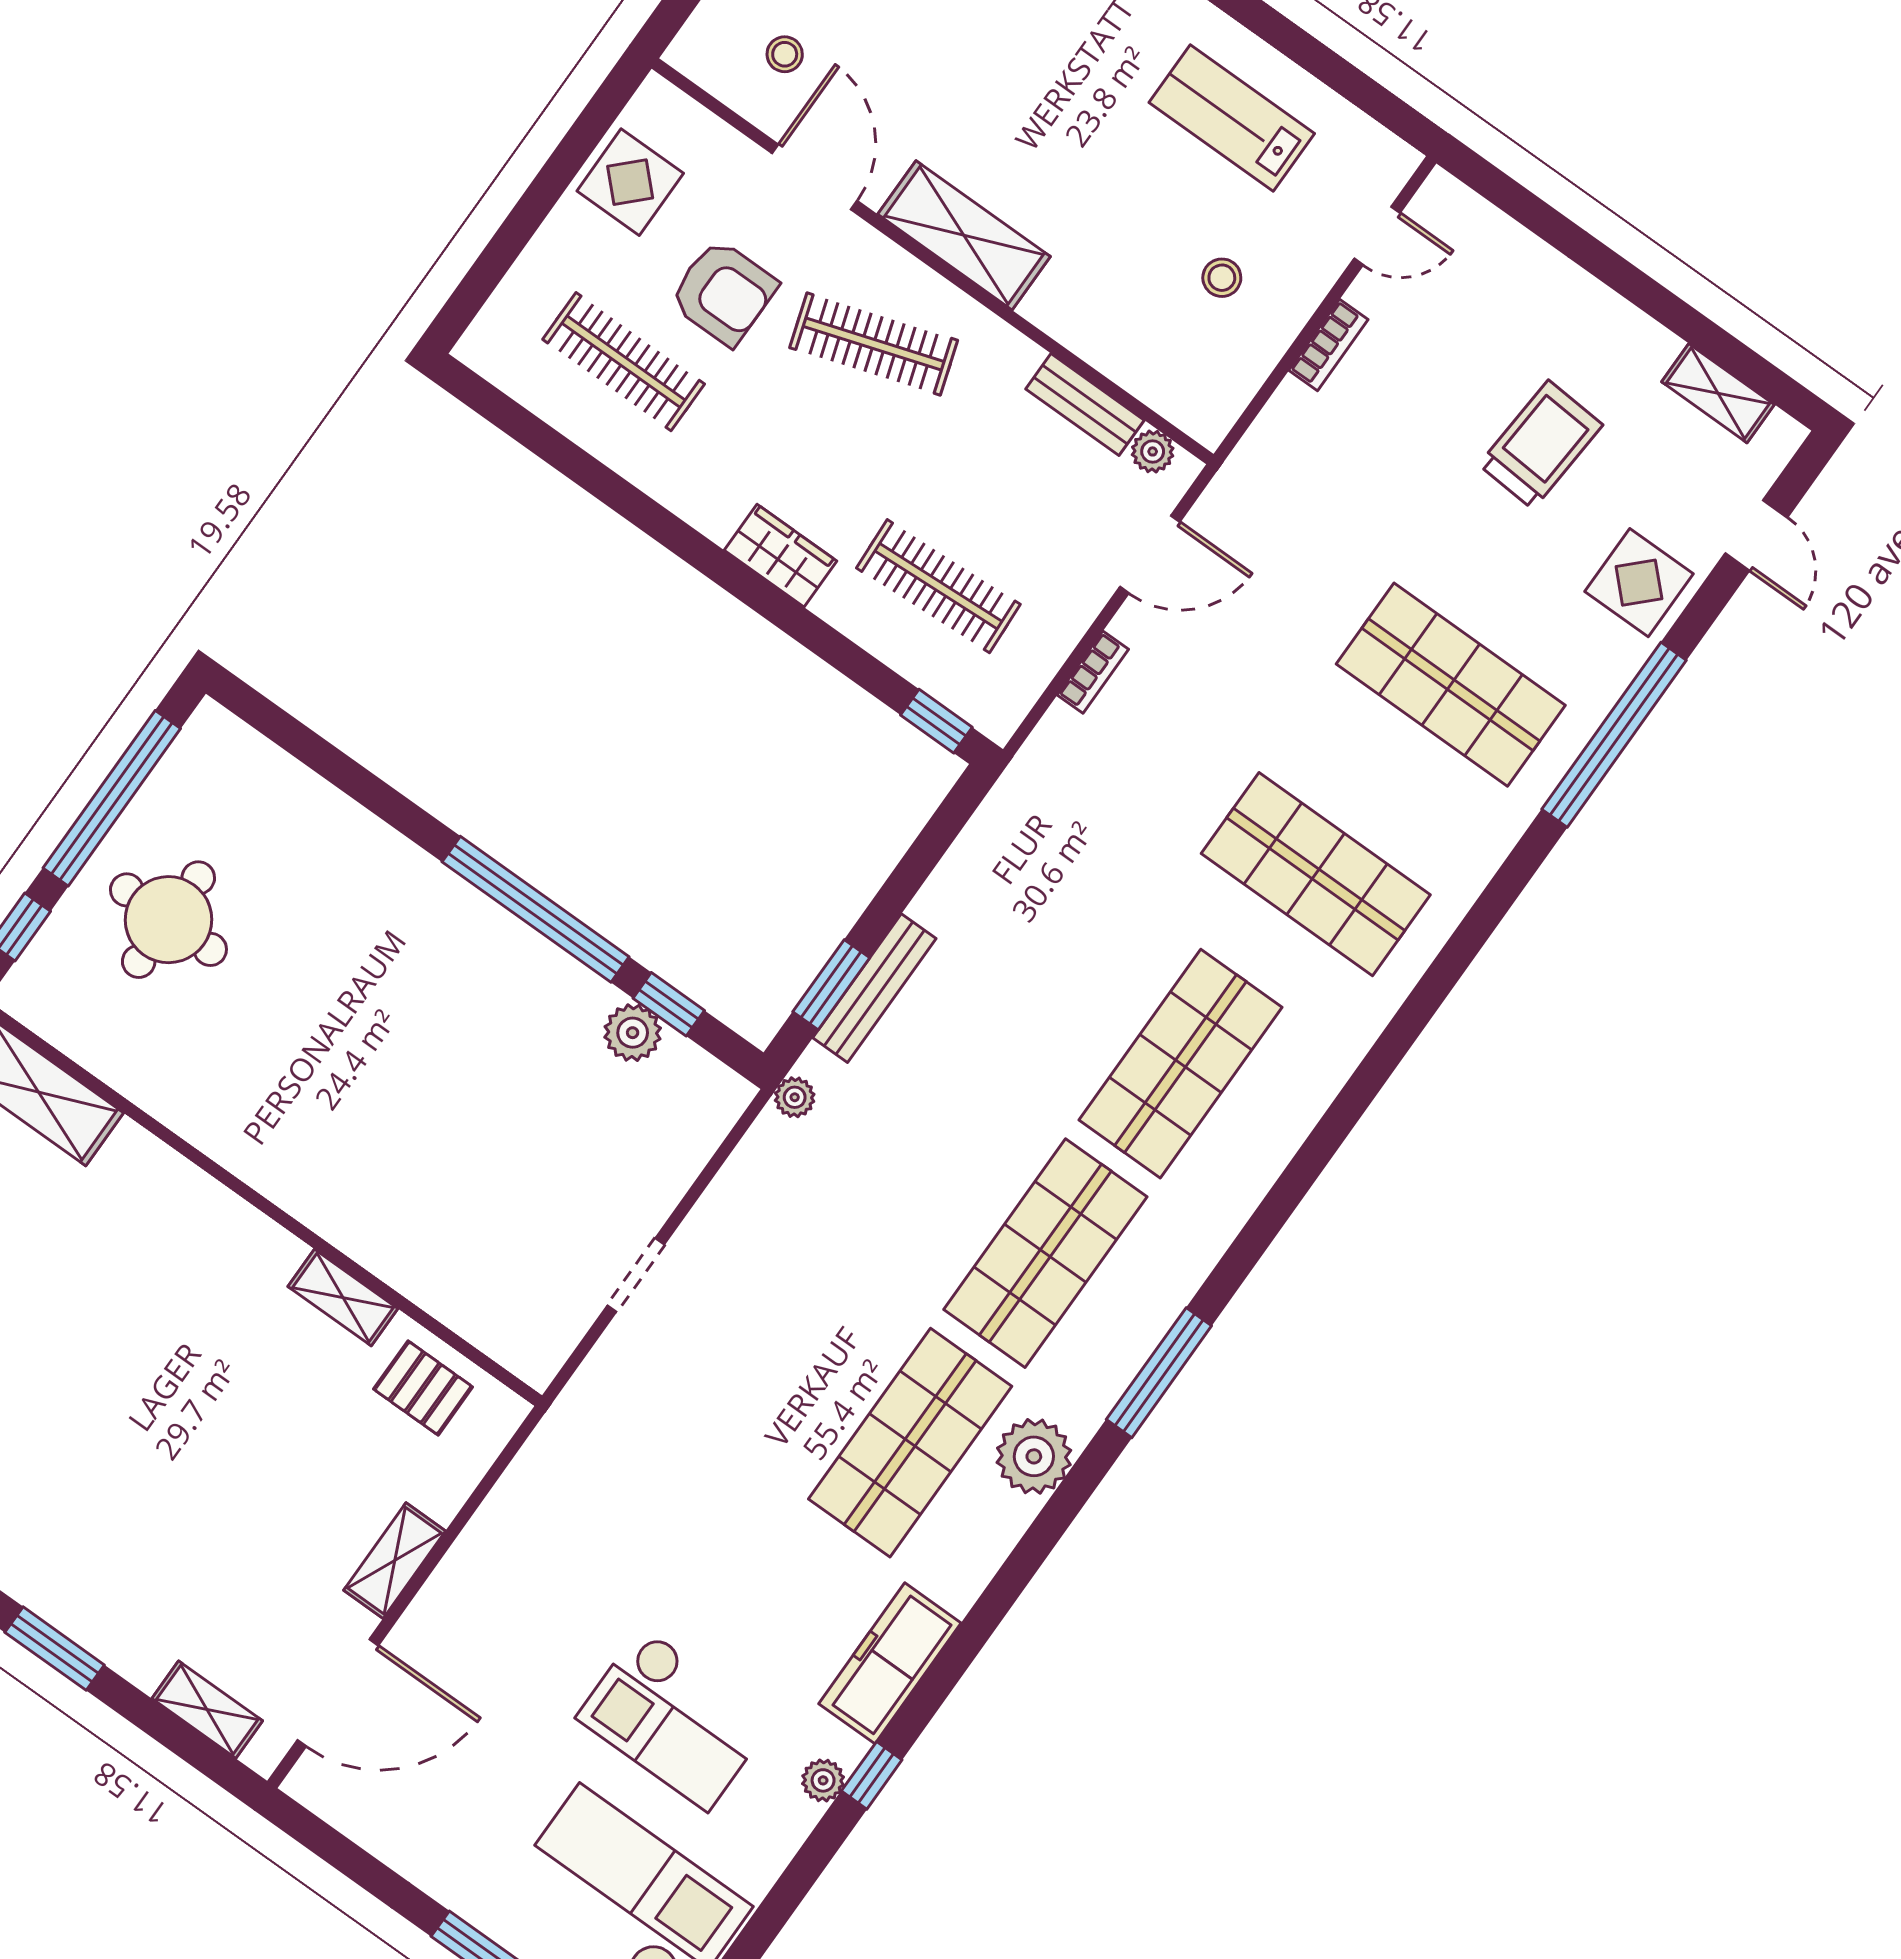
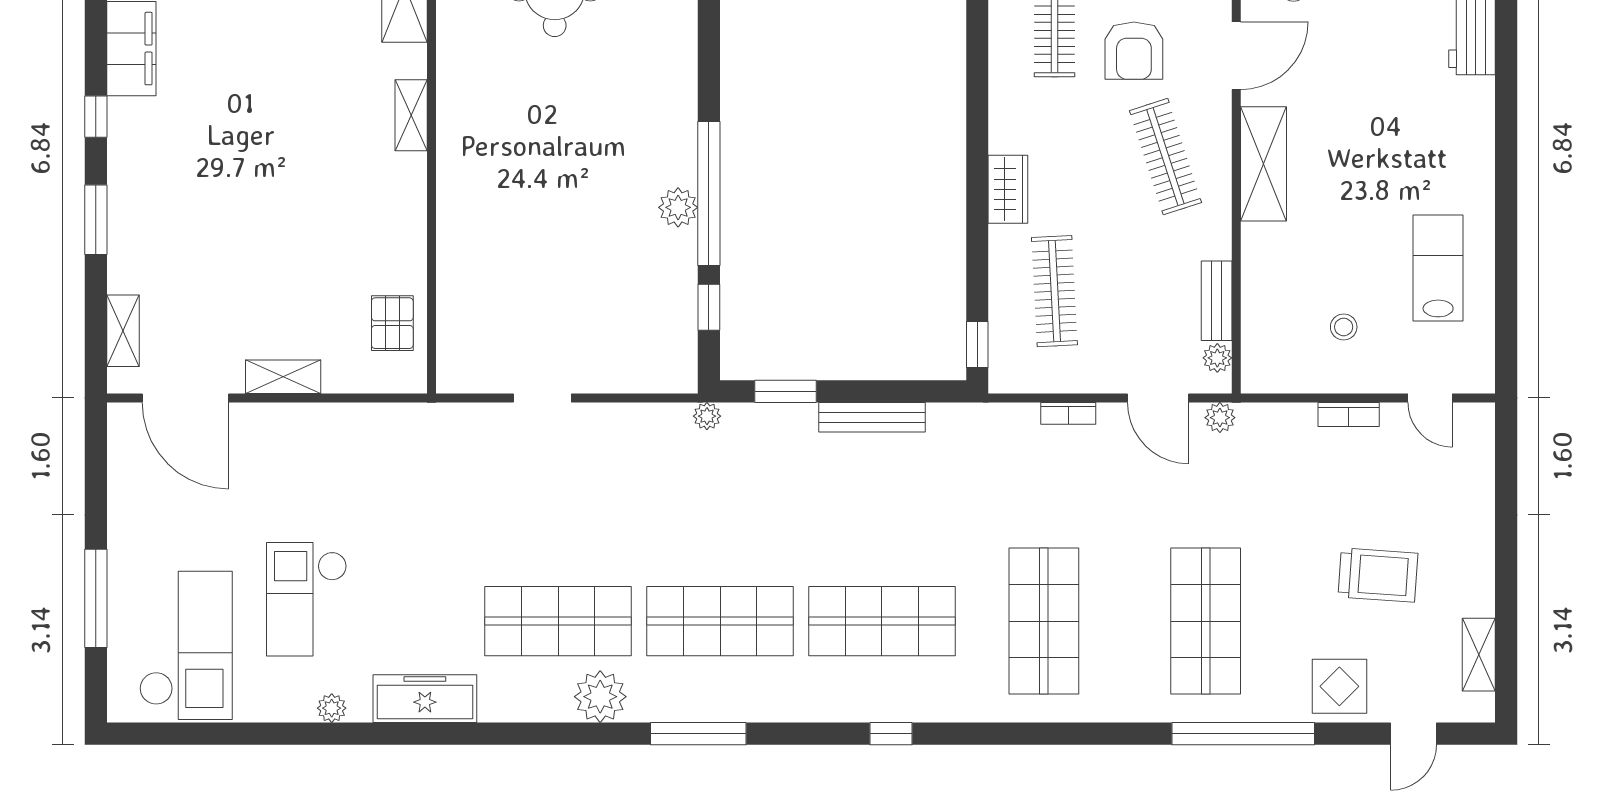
plant: (1225, 498) -> (1220, 418), added
bench: (874, 988) -> (872, 417), moved
plant: (633, 1033) -> (678, 207), moved
shelving: (343, 1297) -> (411, 115), moved
window: (872, 1775) -> (891, 734), moved

